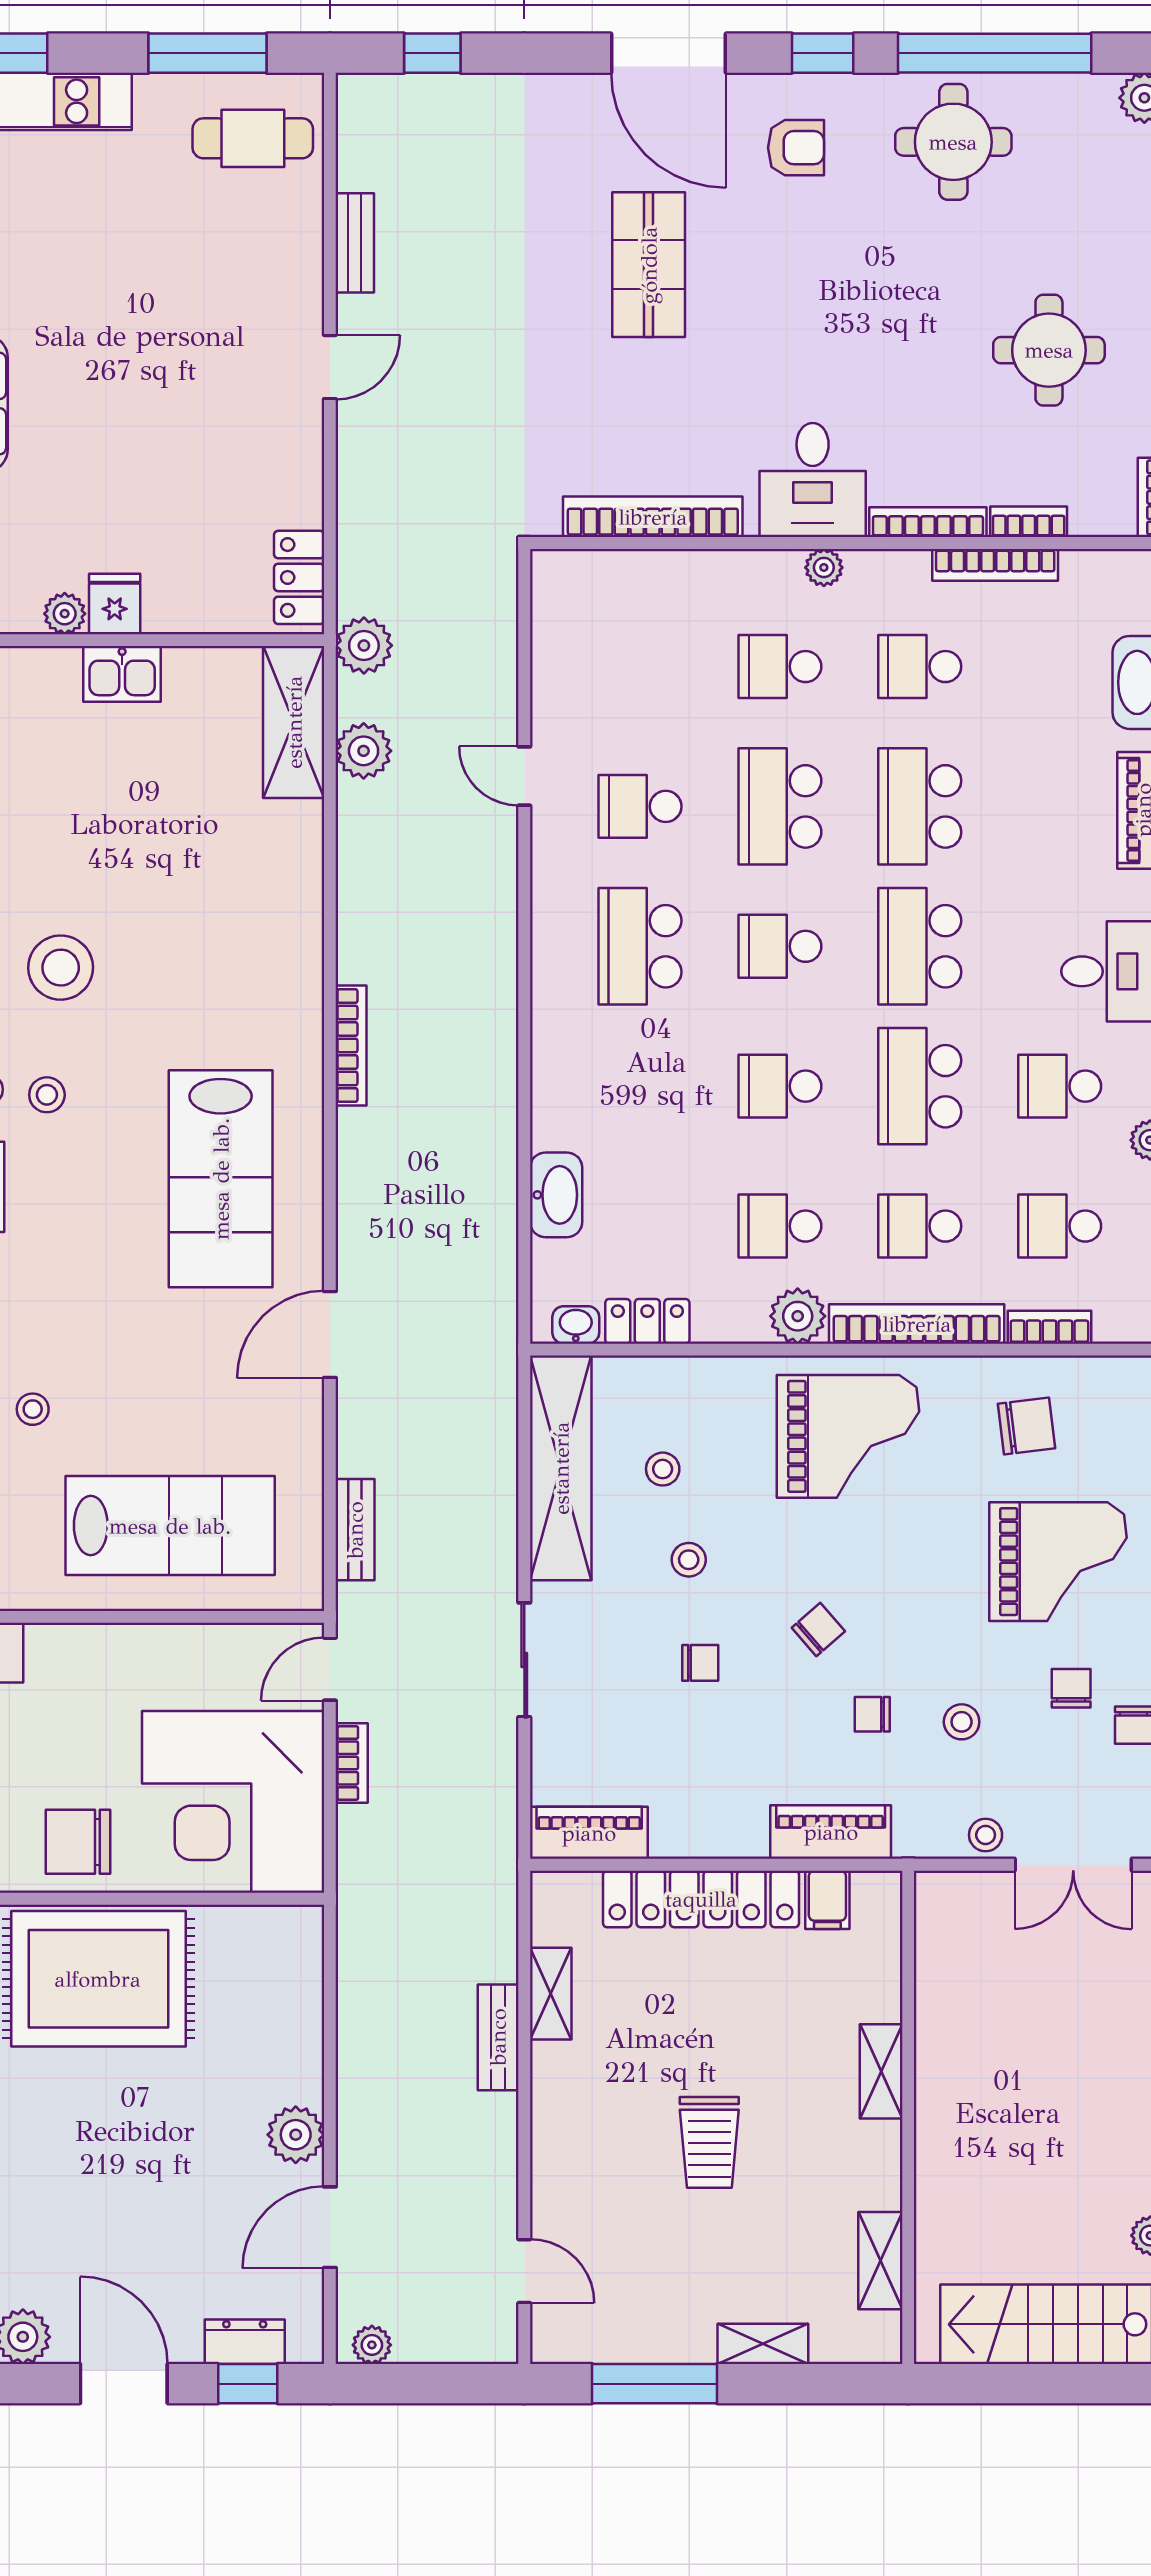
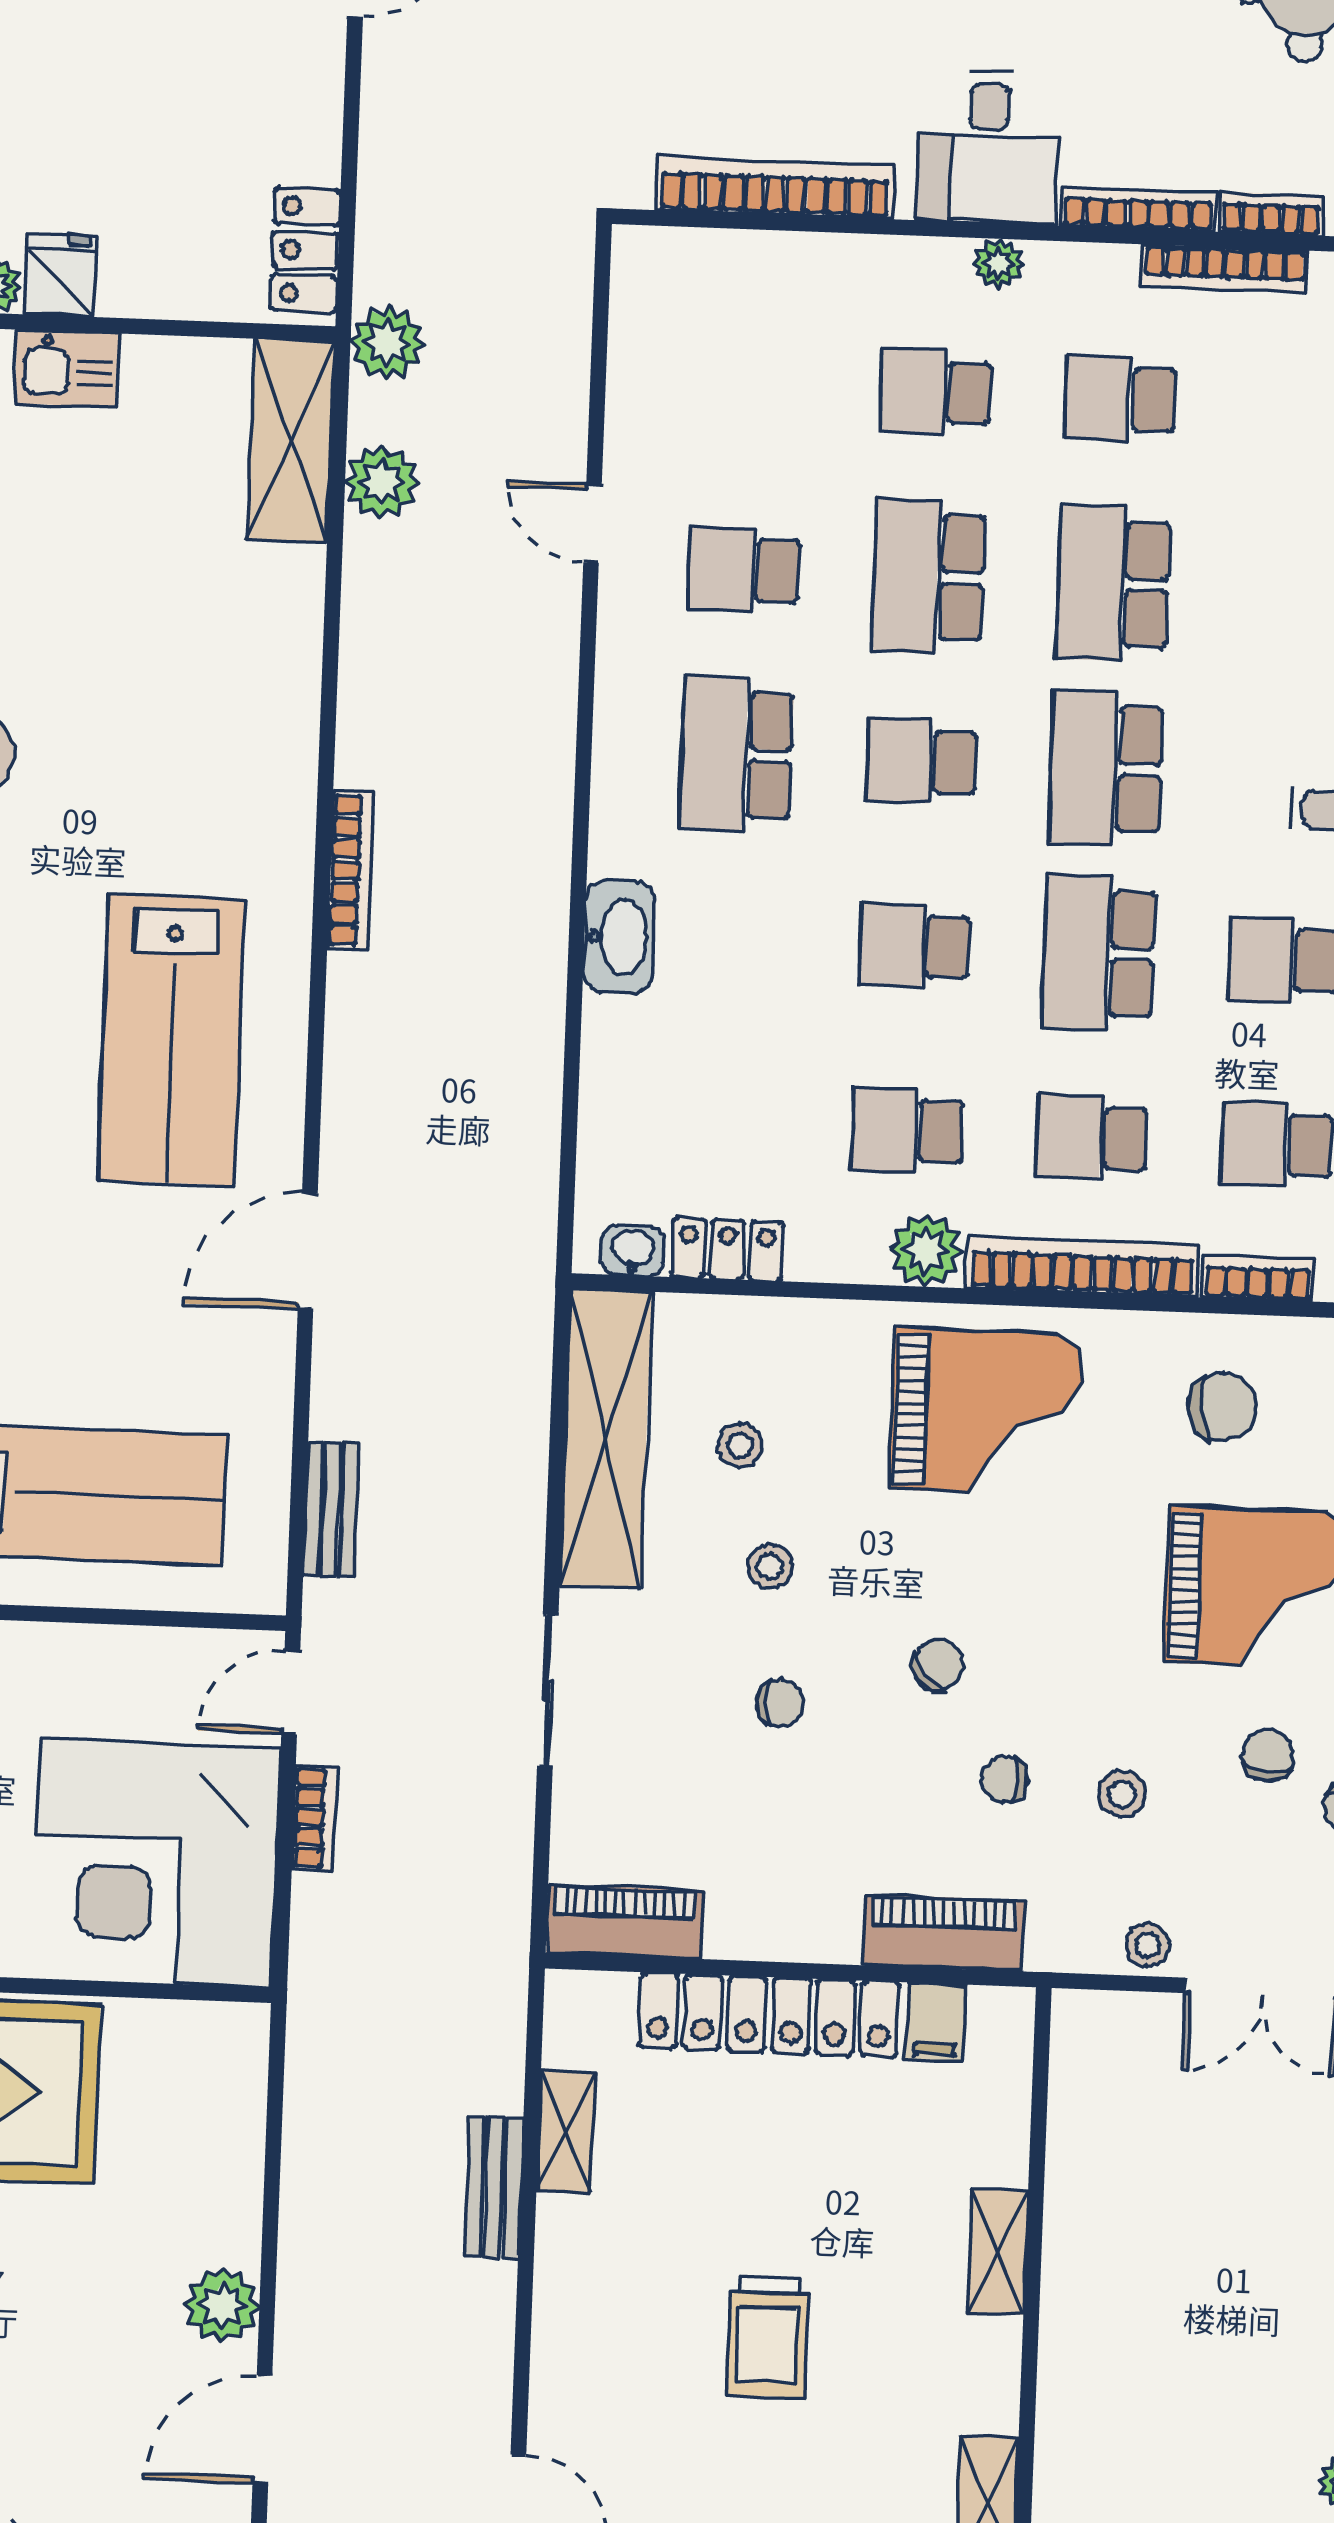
washbasin: (556, 1195) -> (619, 937), moved

